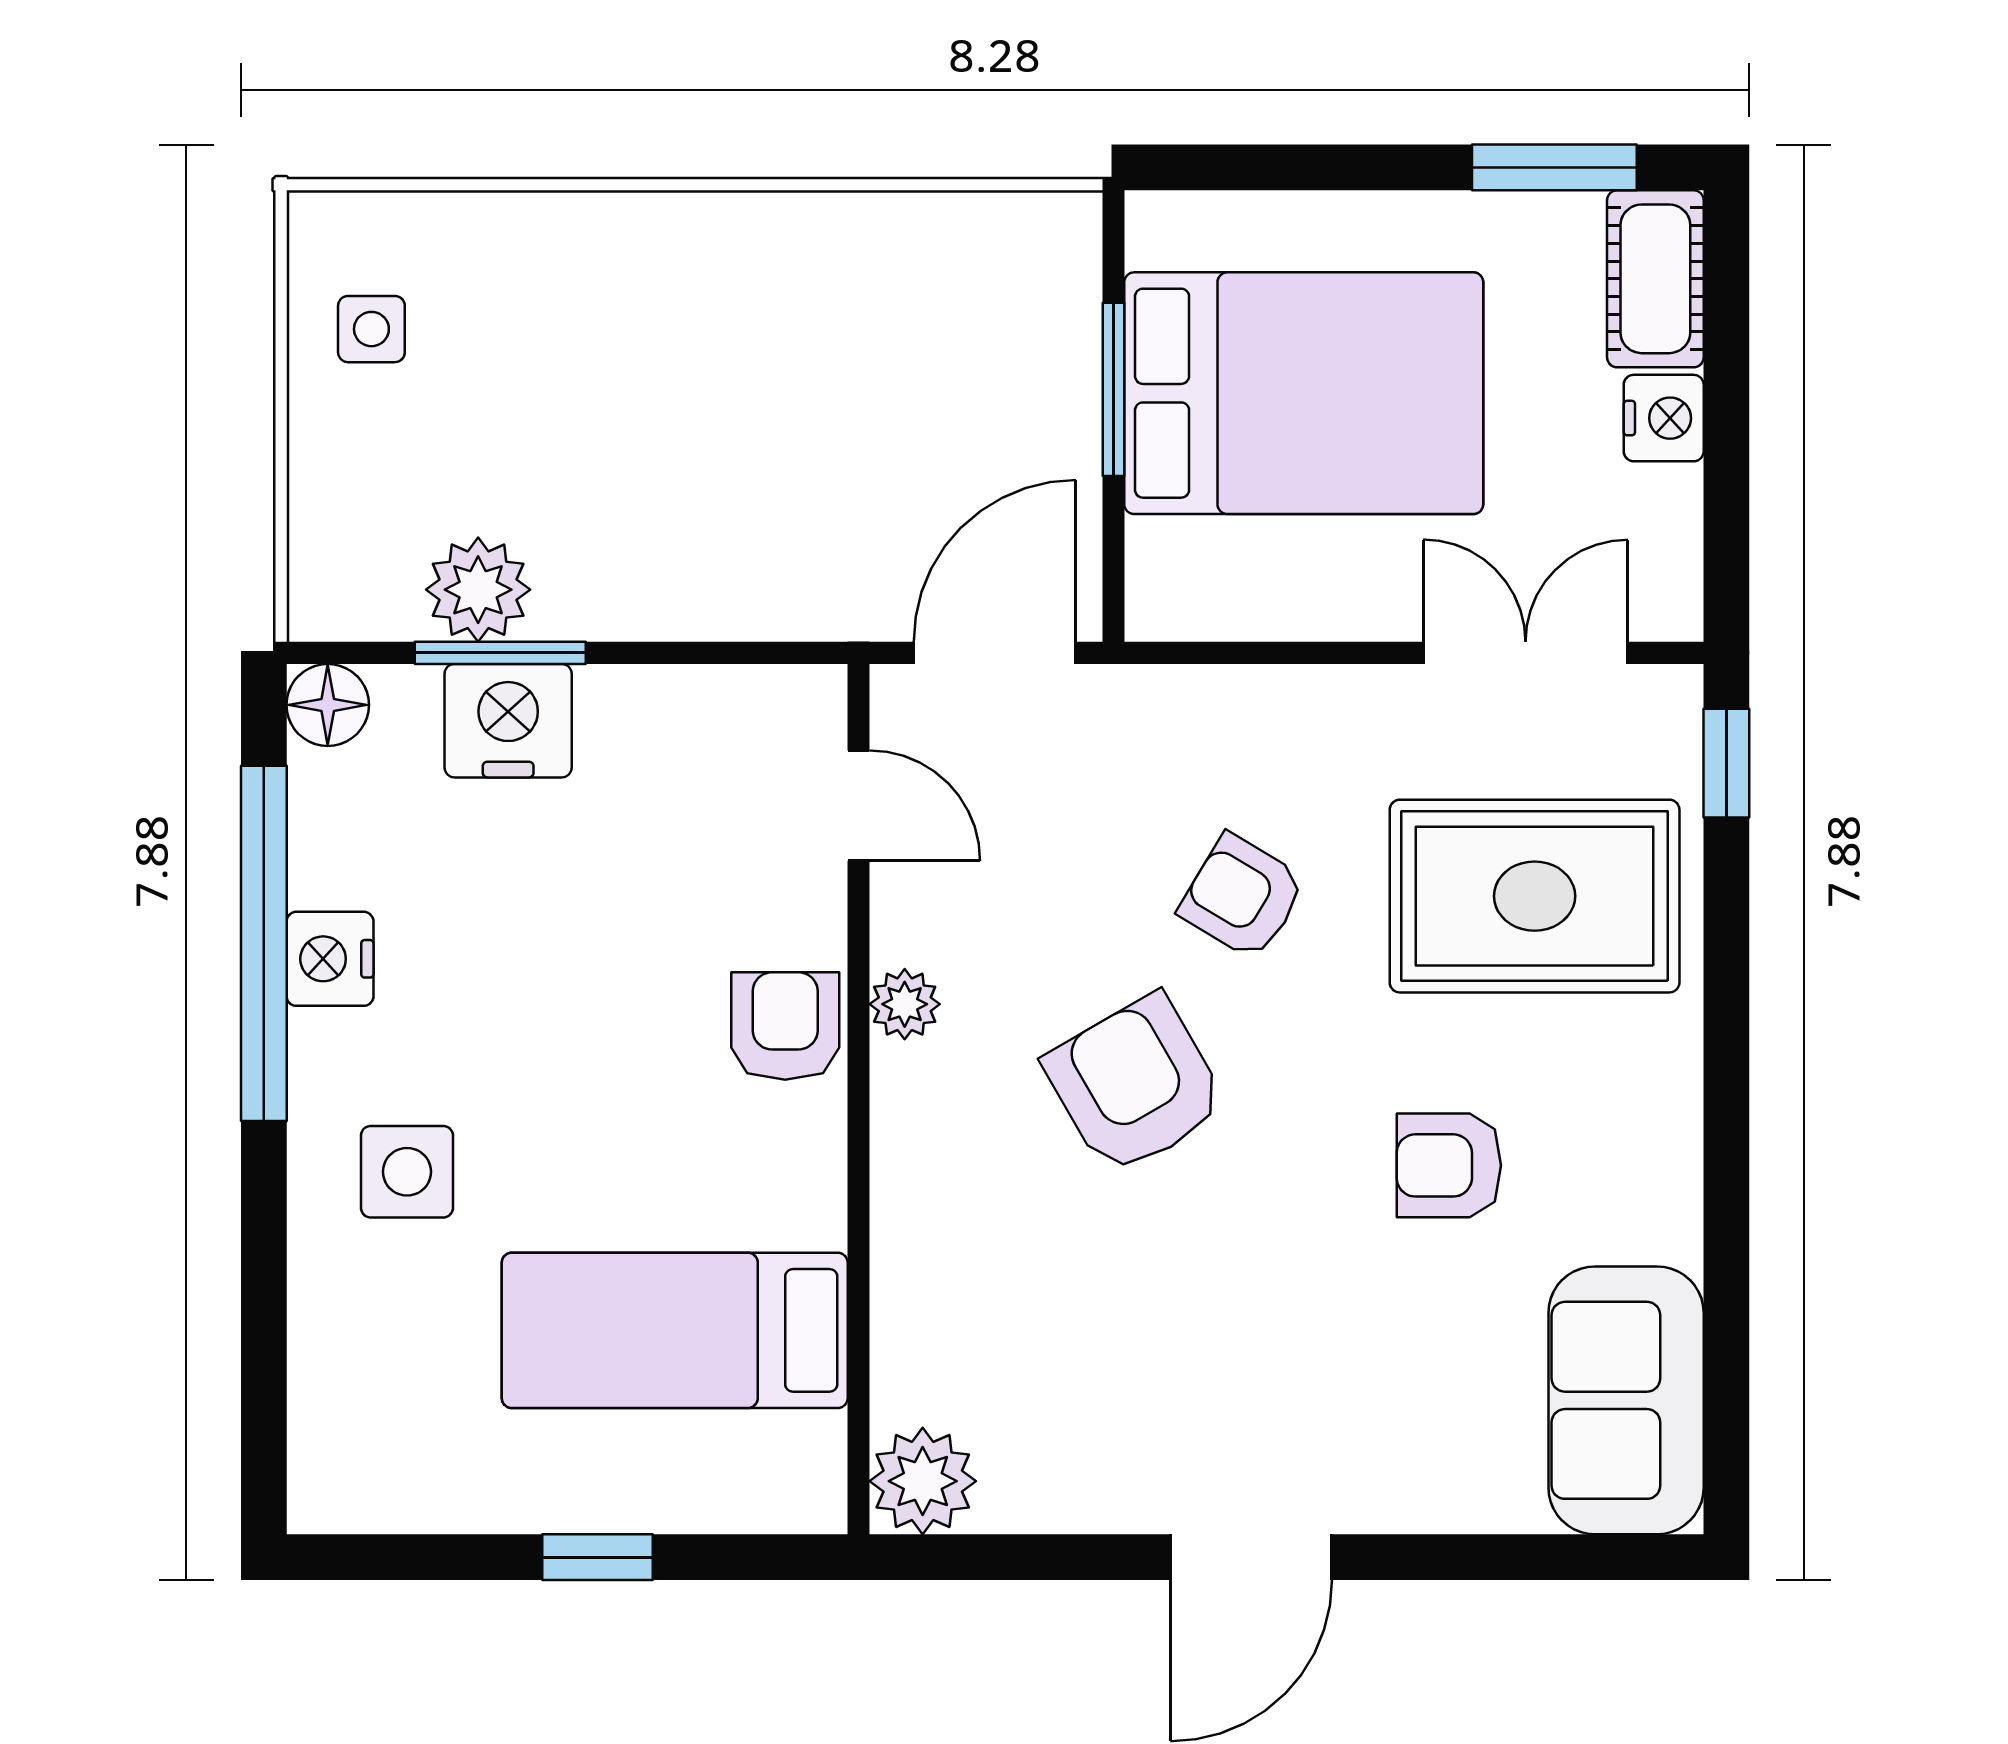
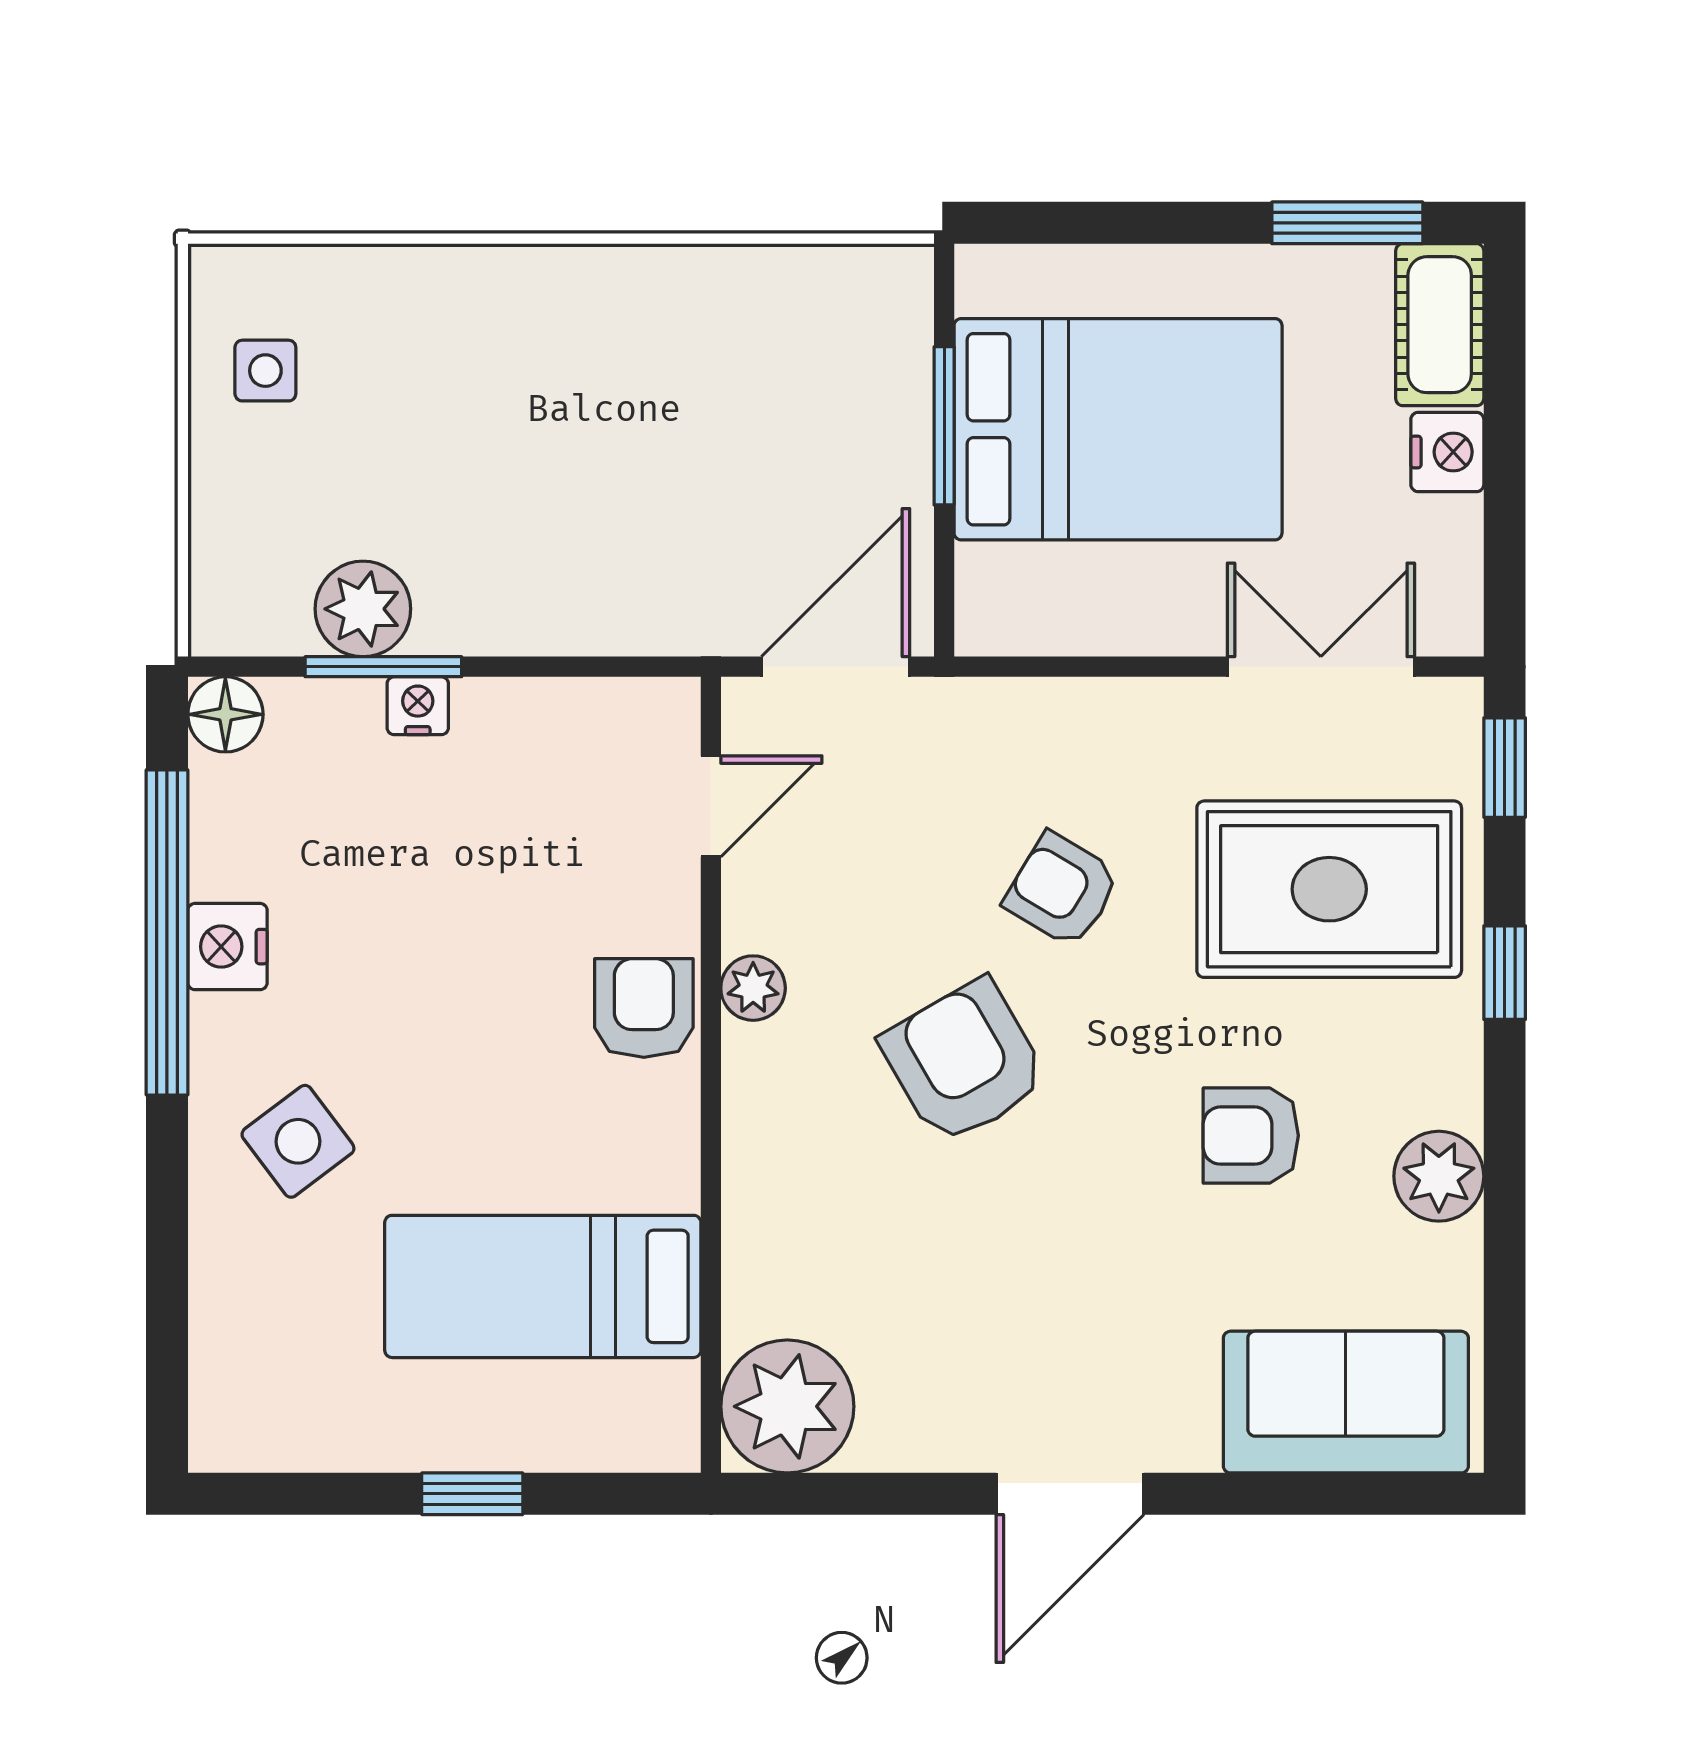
nightstand: (508, 721) -> (418, 706), width x0.53, depth x0.56
door: (858, 806) -> (711, 806), hinge flipped
window: (1726, 987) -> (1505, 973), added
side table: (407, 1172) -> (298, 1141), turned -37
plant: (1654, 1210) -> (1439, 1176), added
sofa: (1626, 1400) -> (1346, 1402), moved, turned 90
plant: (923, 1481) -> (787, 1406), width x1.36, depth x1.36

